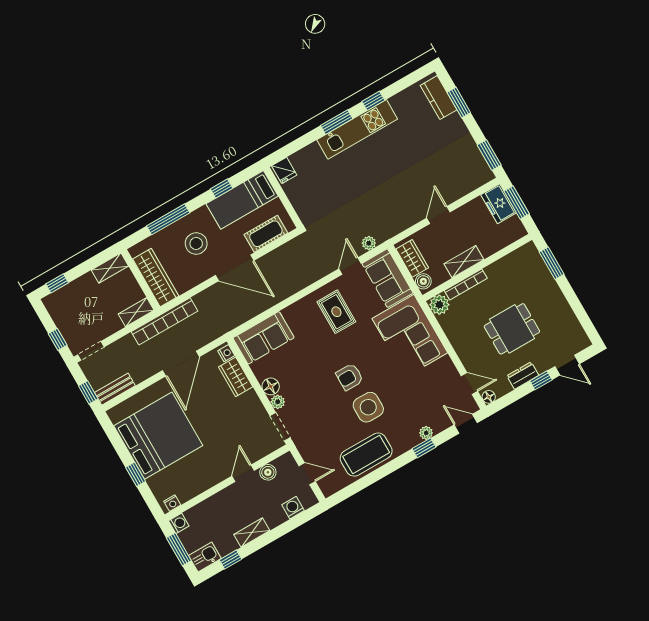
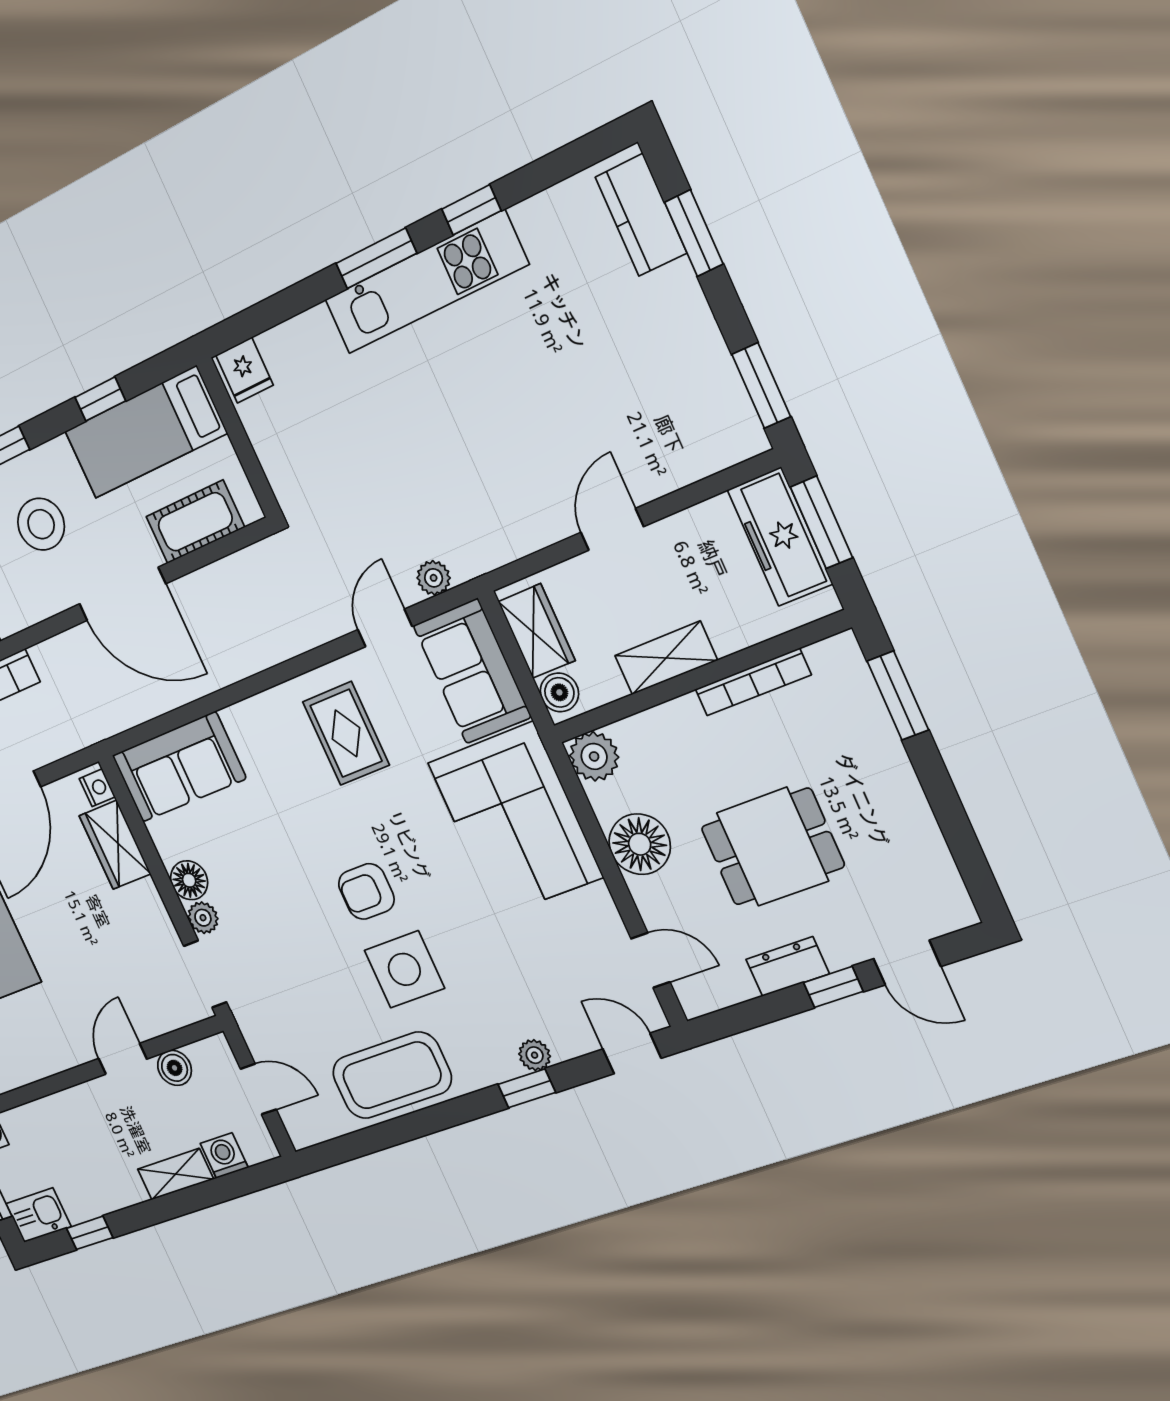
freezer: (499, 204) -> (780, 537), width x1.40
bookcase: (466, 284) -> (753, 682), moved
floor lamp: (489, 397) -> (640, 844), moved, width x1.89, depth x1.89
shelving: (252, 533) -> (175, 1174), moved

